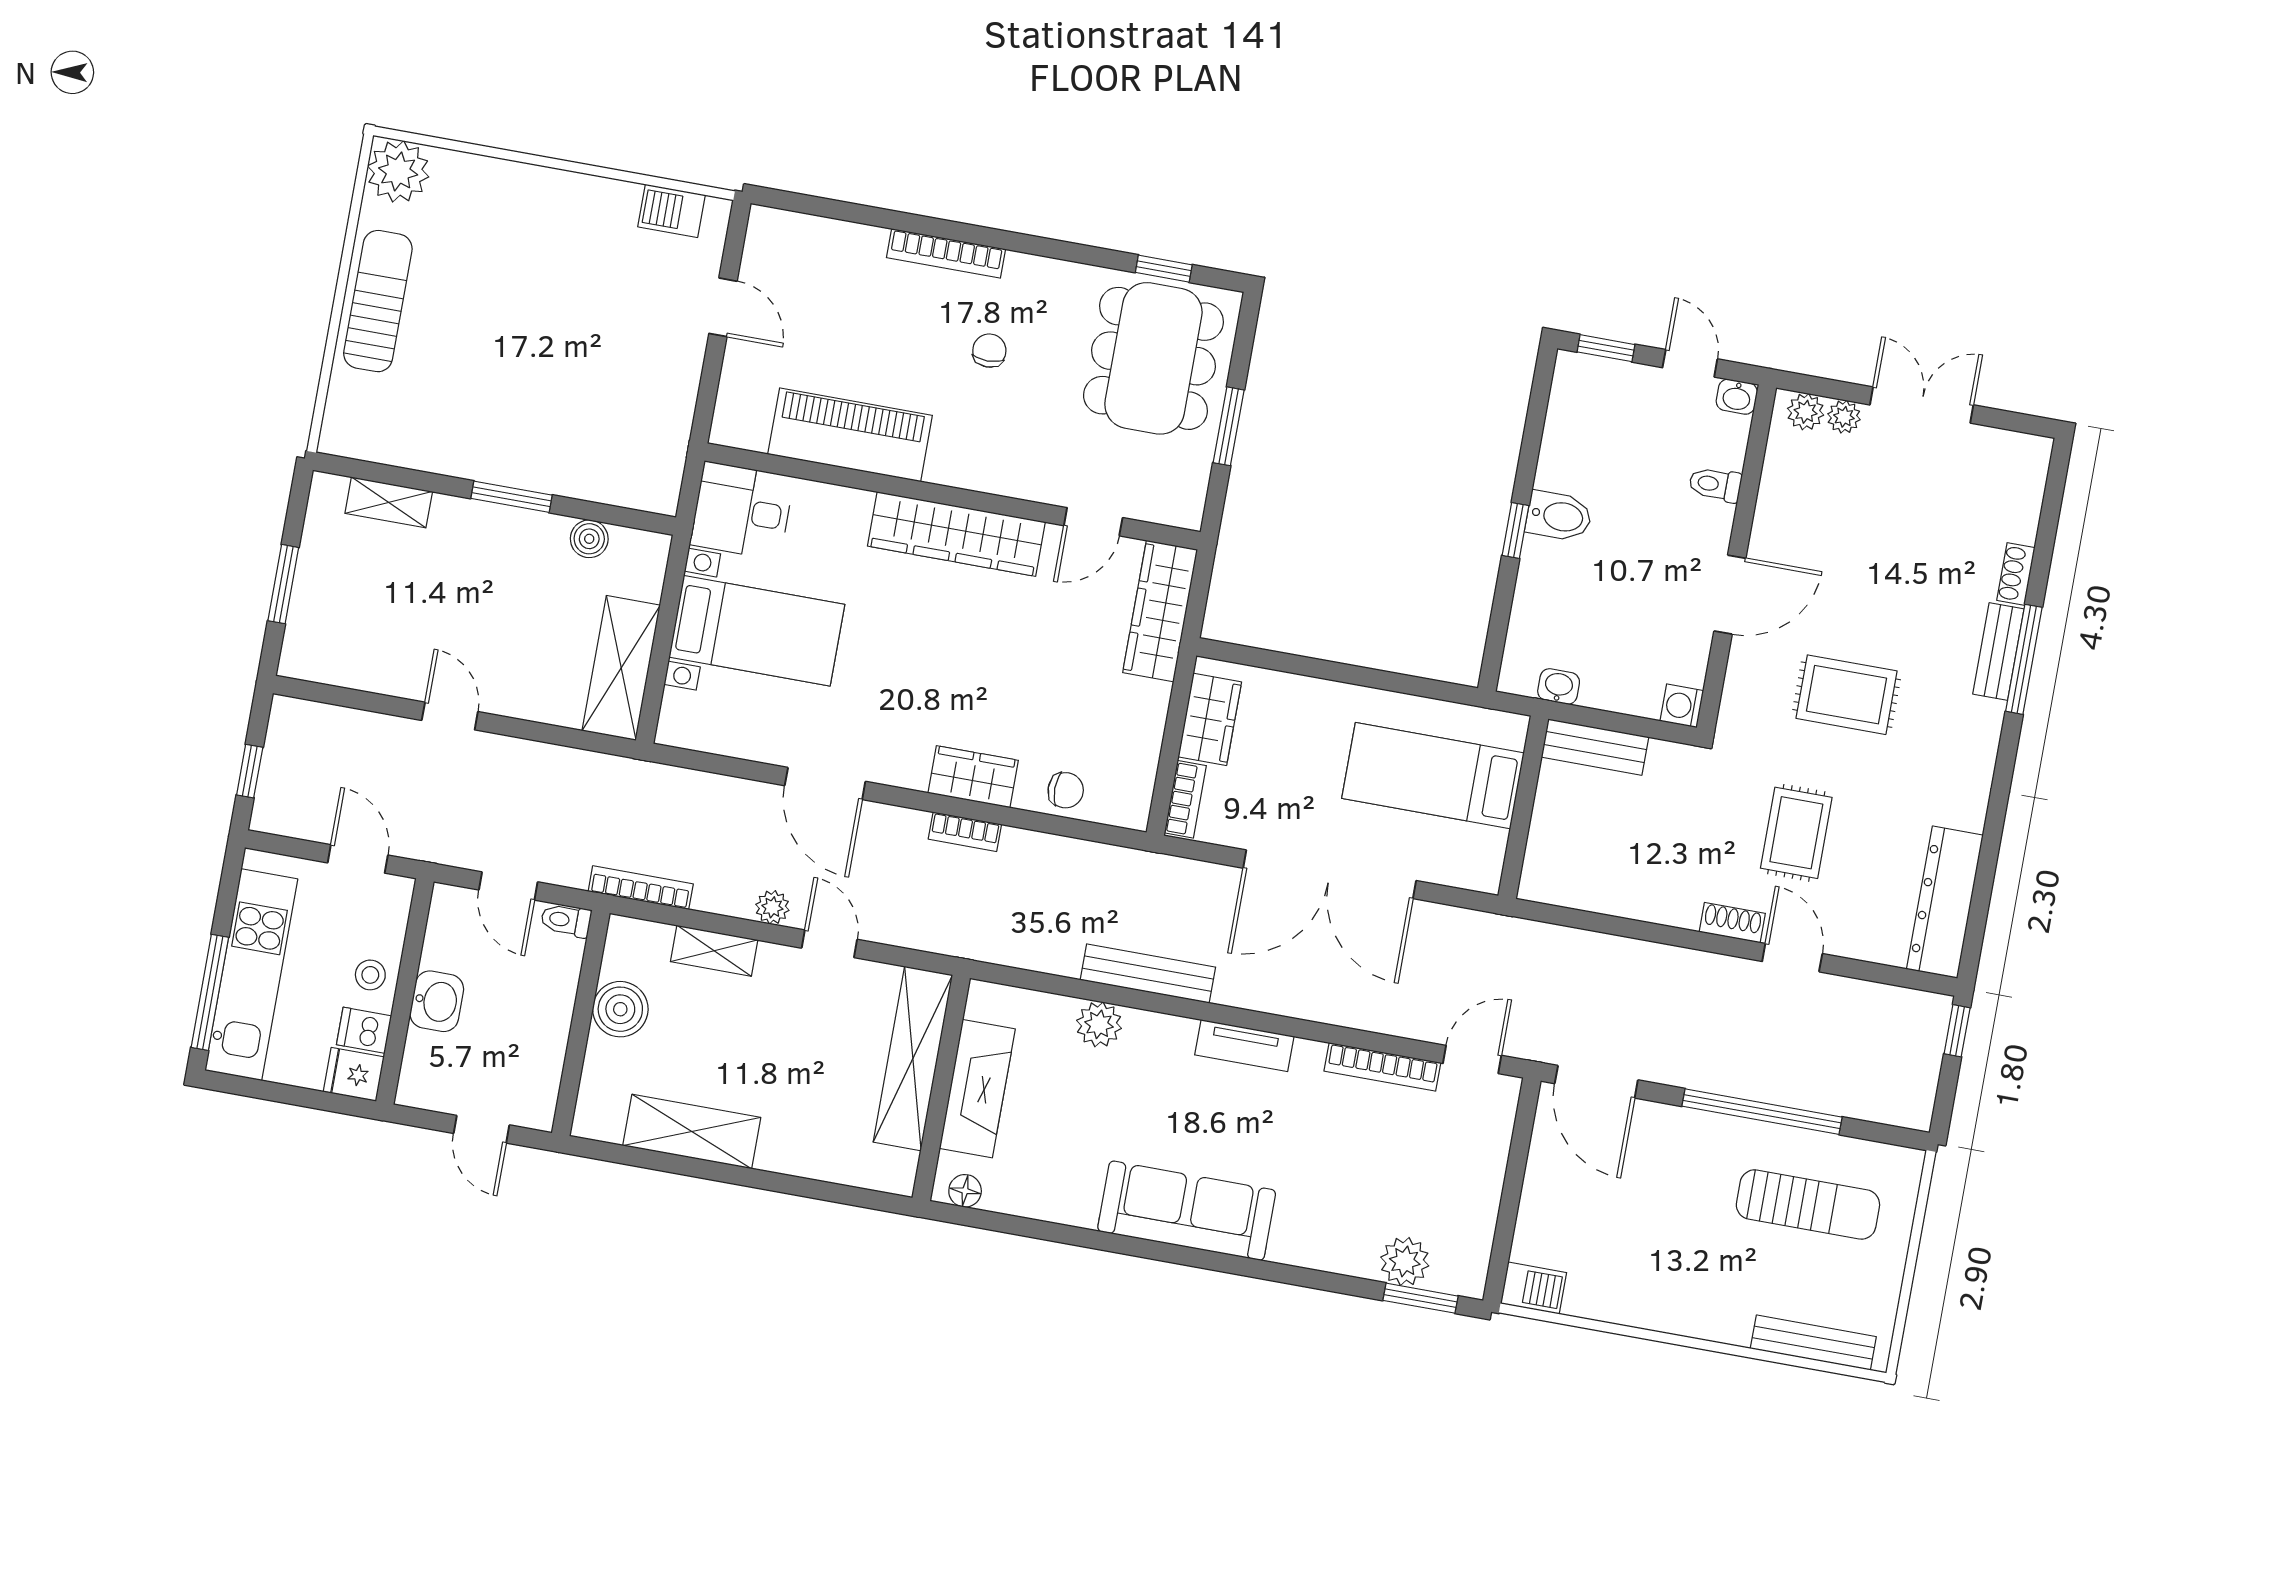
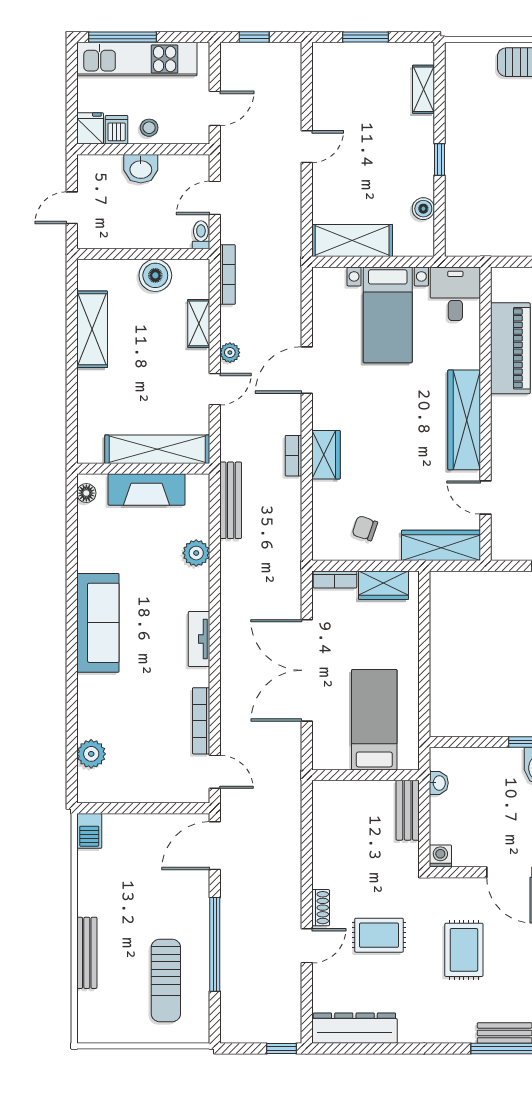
window: (512, 497) -> (439, 159), width x0.67
chair: (1066, 790) -> (365, 528), moved, turned 109
bench: (1148, 974) -> (231, 500), moved
window: (1420, 1298) -> (72, 767), removed
bench: (1813, 1343) -> (87, 953), moved

